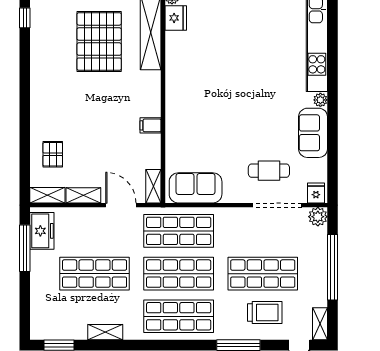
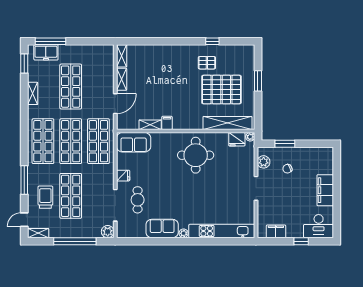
window: (25, 18) -> (212, 41), moved
round table: (200, 81) -> (196, 155), added
pallet: (53, 154) -> (207, 63), moved
shelving: (153, 186) -> (150, 125), moved
sofa: (196, 188) -> (134, 142), moved, turned 90
fridge: (316, 193) -> (123, 176), moved
freezer: (42, 231) -> (46, 52), moved
window: (25, 248) -> (51, 41), moved
trolley: (265, 312) -> (45, 197), turned 180

